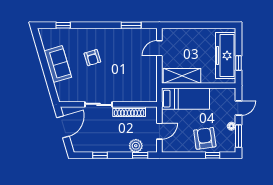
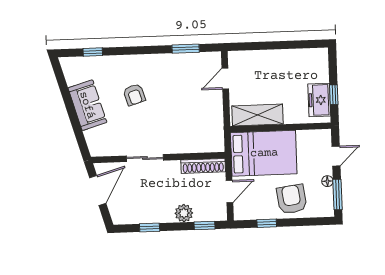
freezer: (226, 55) -> (319, 100), width x0.52, depth x0.79
bed: (186, 99) -> (264, 153), width x1.50
shoe rack: (129, 112) -> (203, 166), moved
plant: (136, 146) -> (184, 213), moved
window: (213, 155) -> (267, 223), moved

